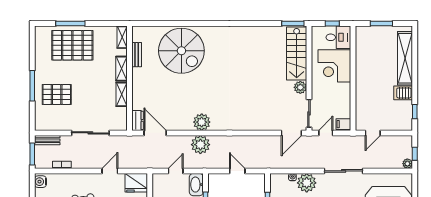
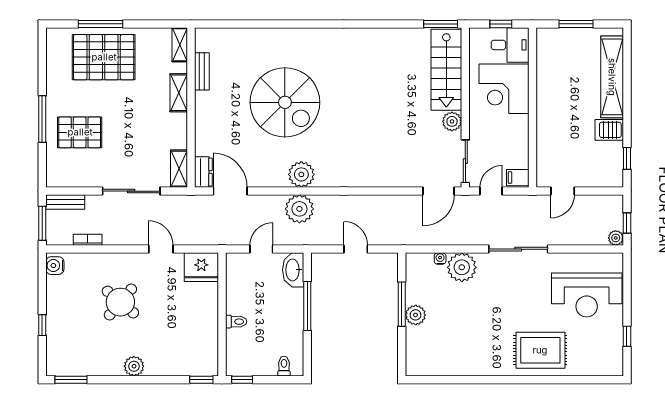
spiral stairs: (181, 51) -> (285, 102), moved
shelving: (122, 94) -> (179, 169), moved
door: (110, 171) -> (161, 249), hinge flipped

